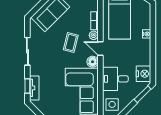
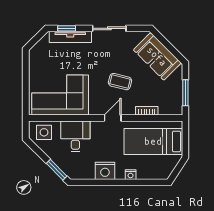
plant: (94, 35) -> (129, 110), removed
floor lamp: (93, 62) -> (96, 108), removed
nightstand: (144, 74) -> (105, 171), moved
tv unit: (34, 88) -> (70, 37), width x1.41

